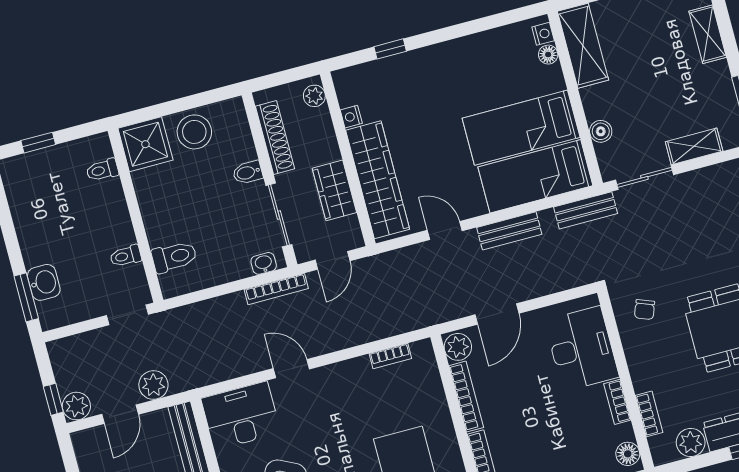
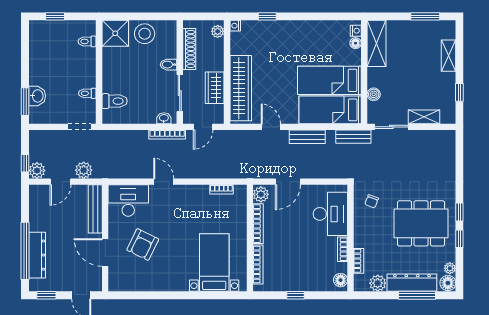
nightstand: (351, 117) -> (235, 26), moved

